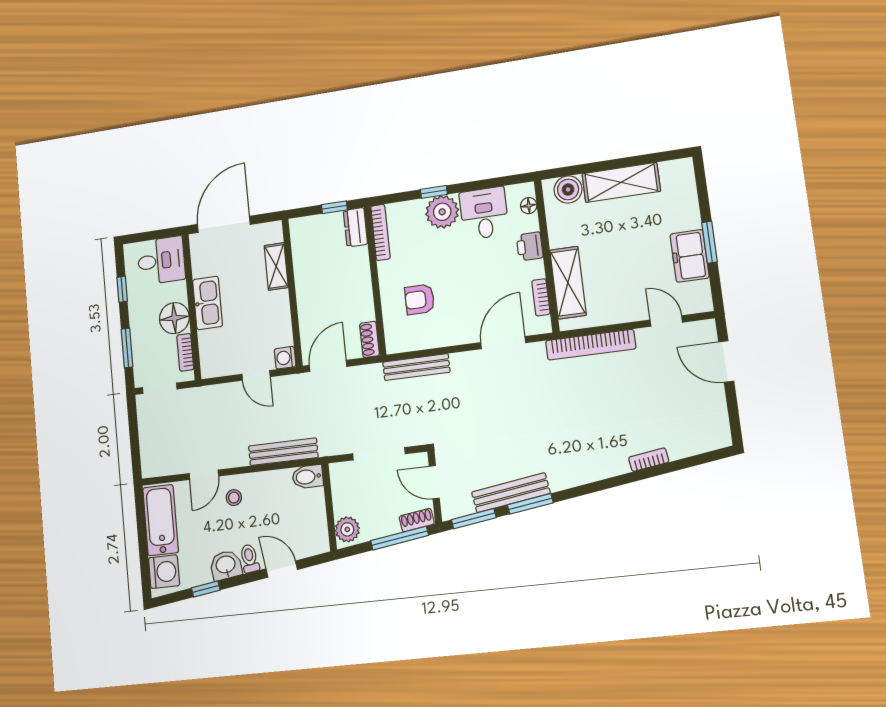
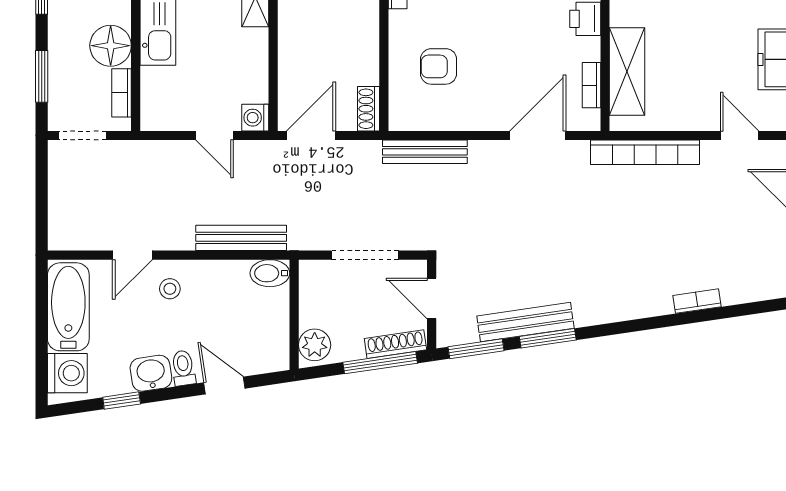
shoe rack: (417, 520) -> (395, 344), width x1.43

